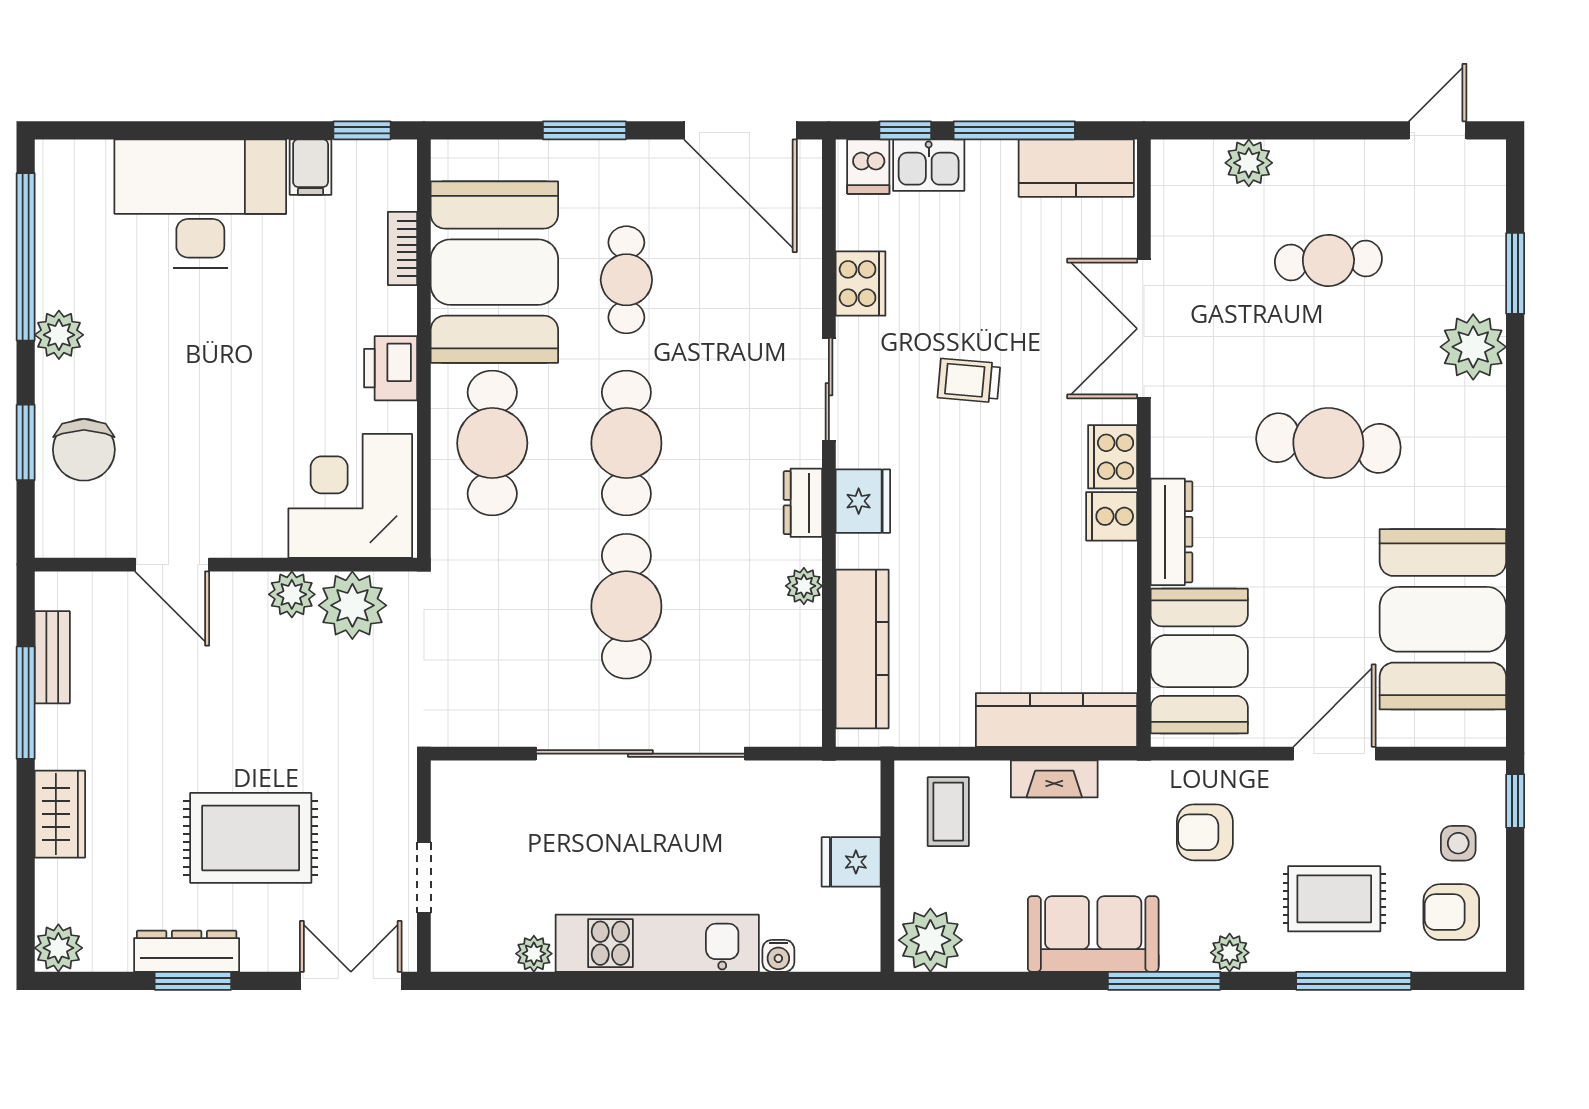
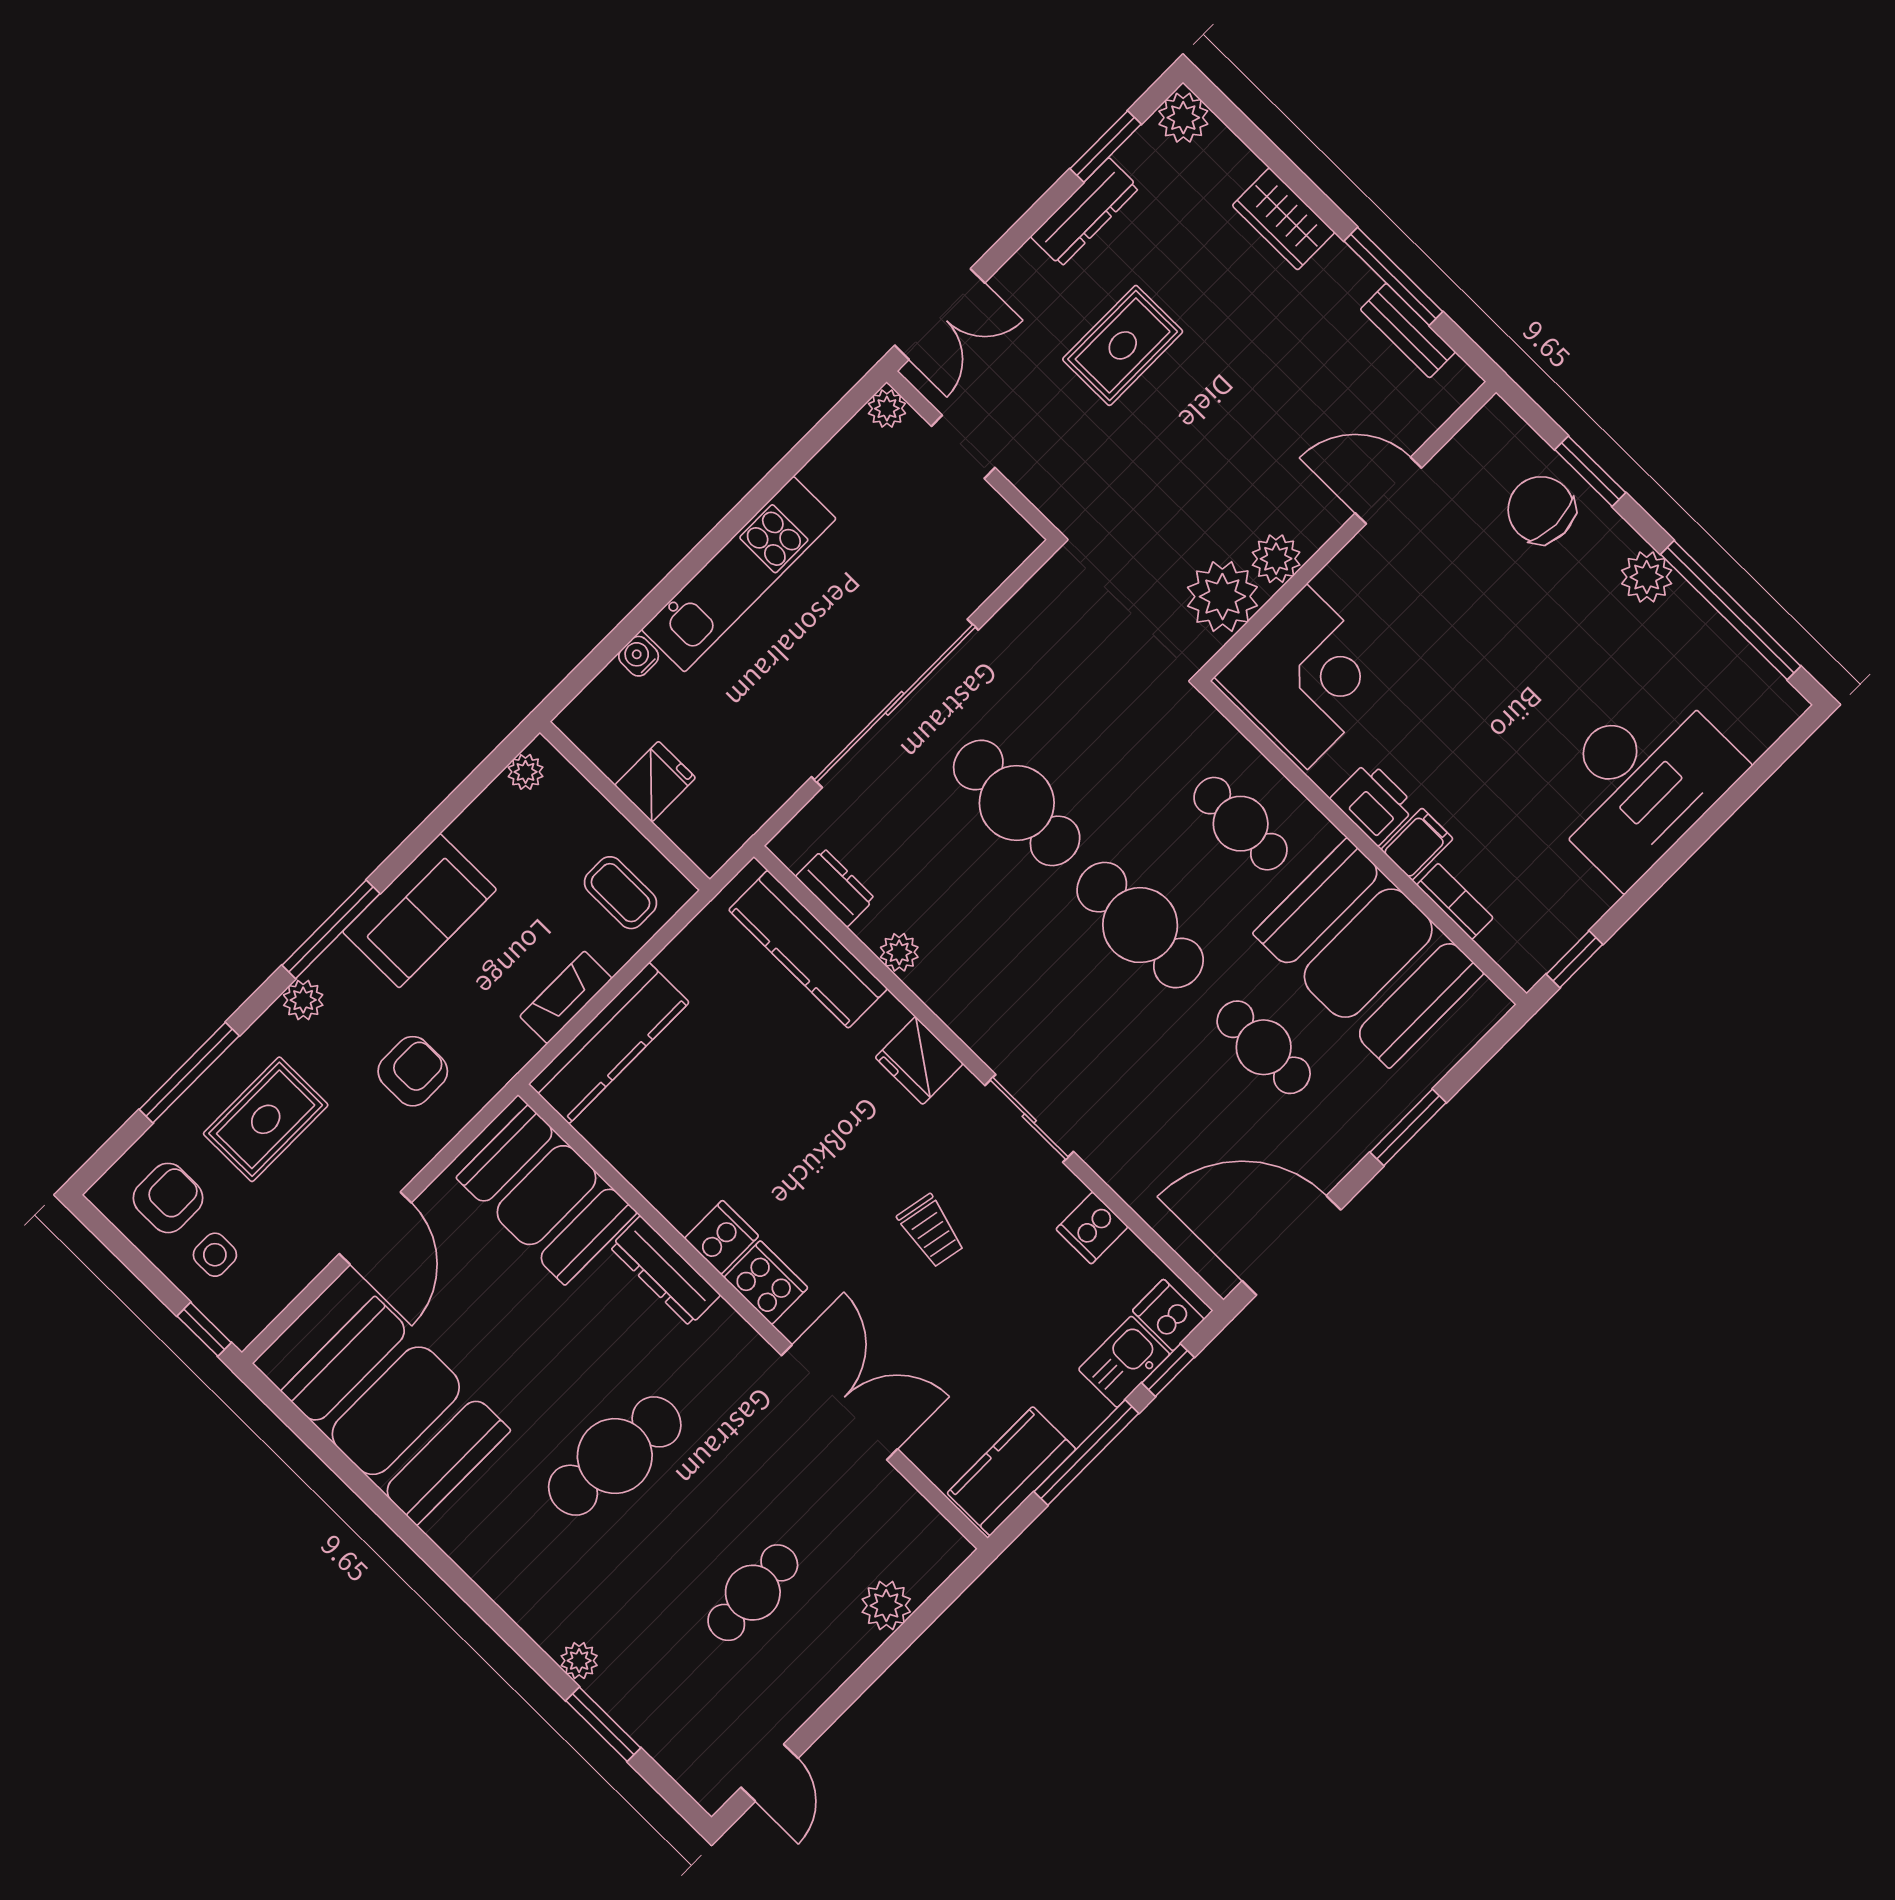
filing cabinet: (311, 167) -> (1417, 844), moved, turned 90
cooker: (861, 284) -> (1092, 1228), width x0.73
plant: (1473, 347) -> (579, 1661), width x0.53, depth x0.53
trolley: (969, 381) -> (931, 1231), turned 96
cafe table: (492, 443) -> (1241, 824), width x0.73, depth x0.74
dresser: (803, 503) -> (835, 888), moved
rug: (251, 838) -> (1123, 345), width x0.73, depth x0.70
plant: (930, 940) -> (526, 772), width x0.53, depth x0.53
plant: (534, 954) -> (887, 409), moved
window: (193, 981) -> (1106, 146), moved

